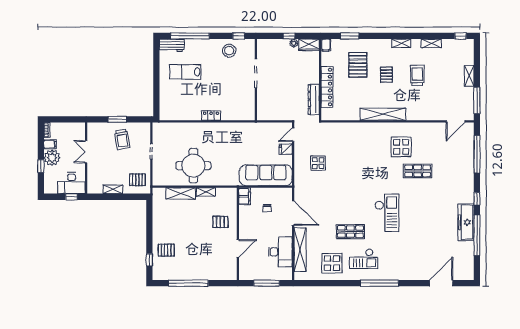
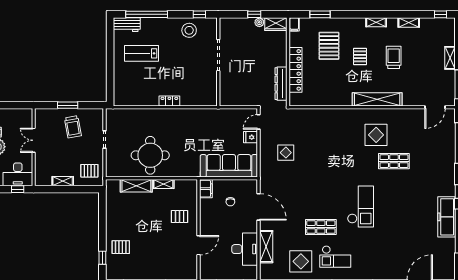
shelving: (383, 114) -> (377, 99), moved
shelving: (300, 250) -> (266, 247), width x0.68

